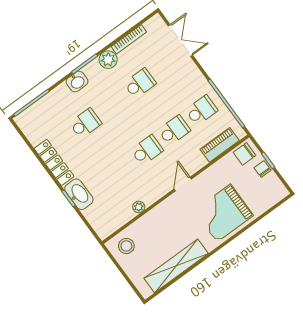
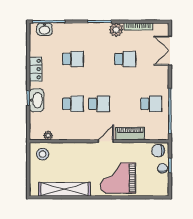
double door: (180, 41) -> (170, 51), swing flipped
washbasin: (77, 82) -> (44, 29), moved
school desk: (174, 130) -> (73, 104), moved
piano: (220, 145) -> (130, 134), moved
locker: (54, 162) -> (36, 69), width x0.66
plant: (139, 207) -> (48, 135), moved

